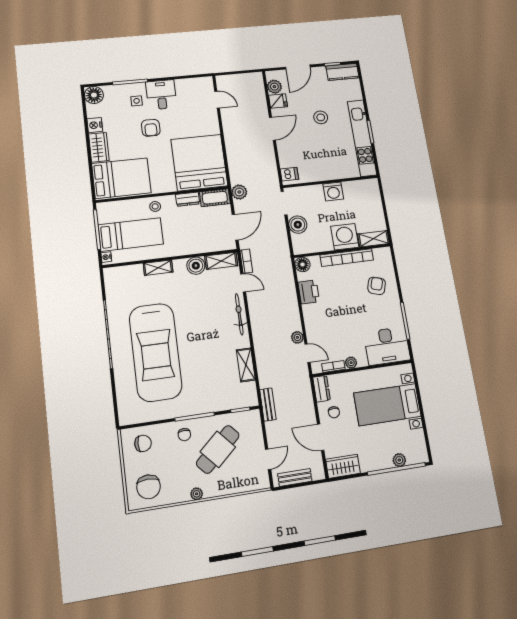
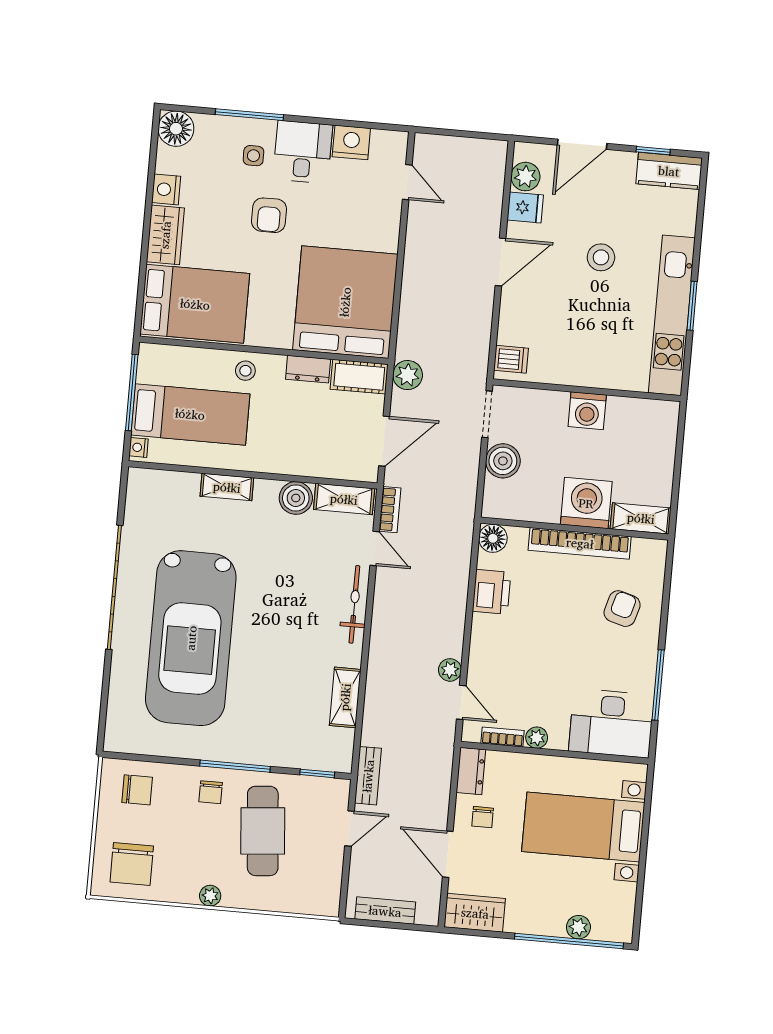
nightstand: (185, 86) -> (351, 142), added
cafe table: (218, 449) -> (263, 831), turned -53
door: (268, 459) -> (350, 828), moved

